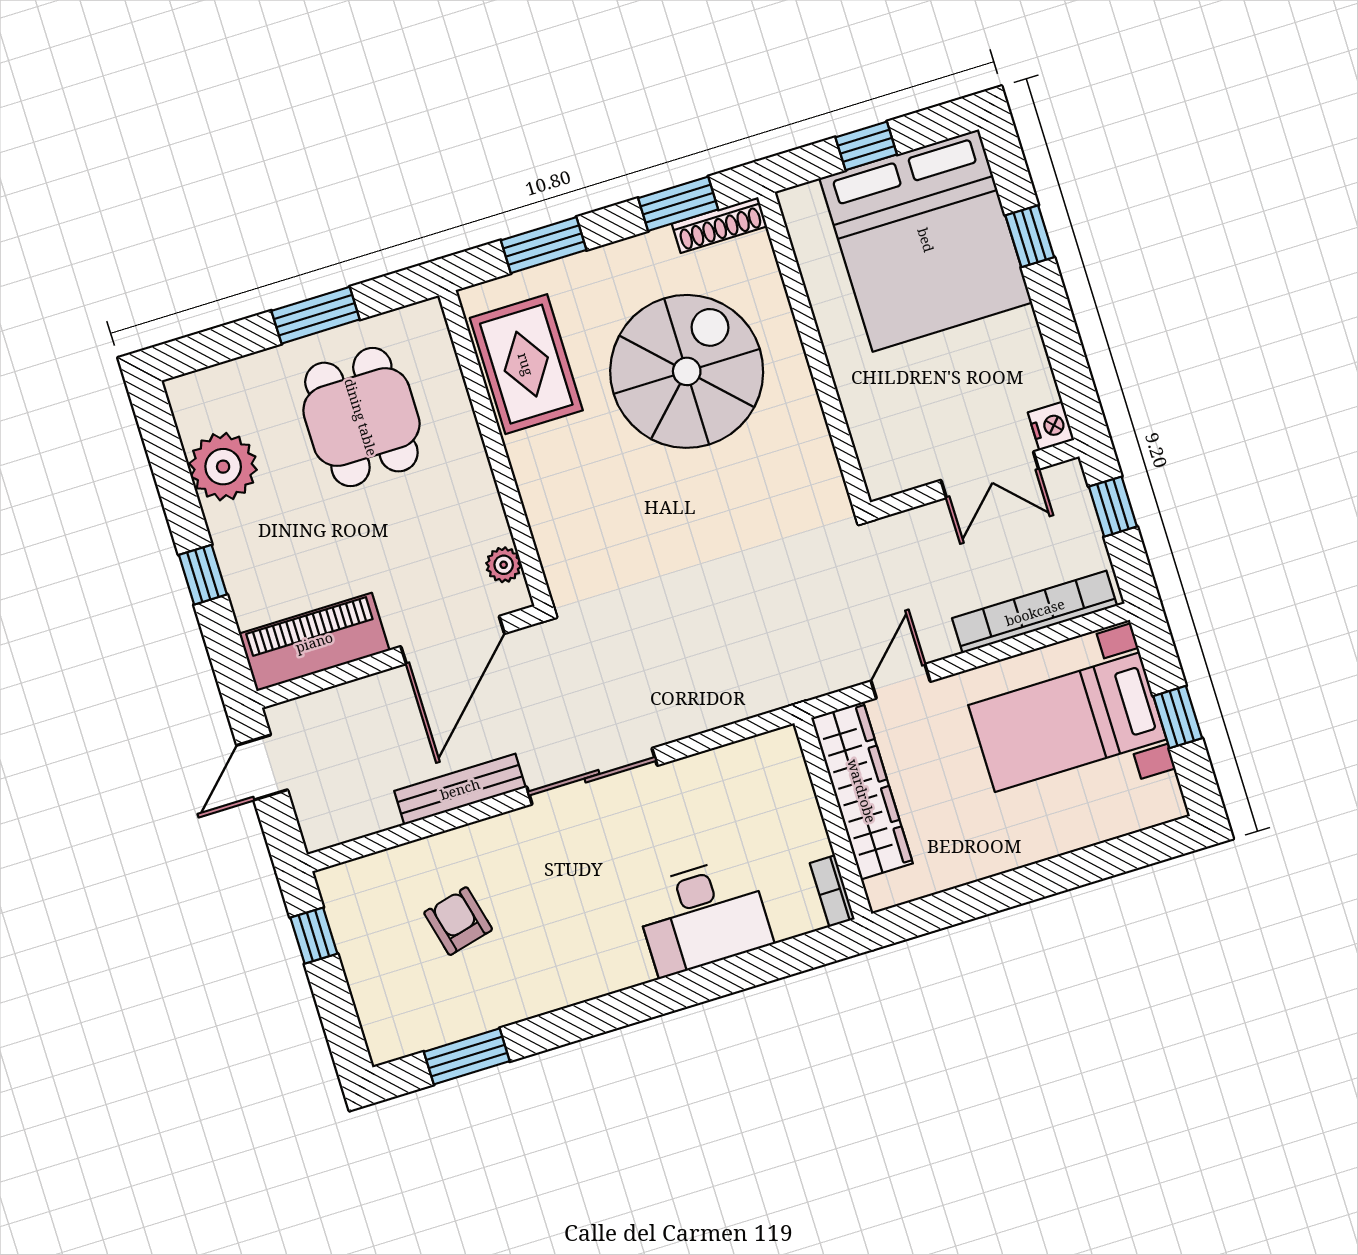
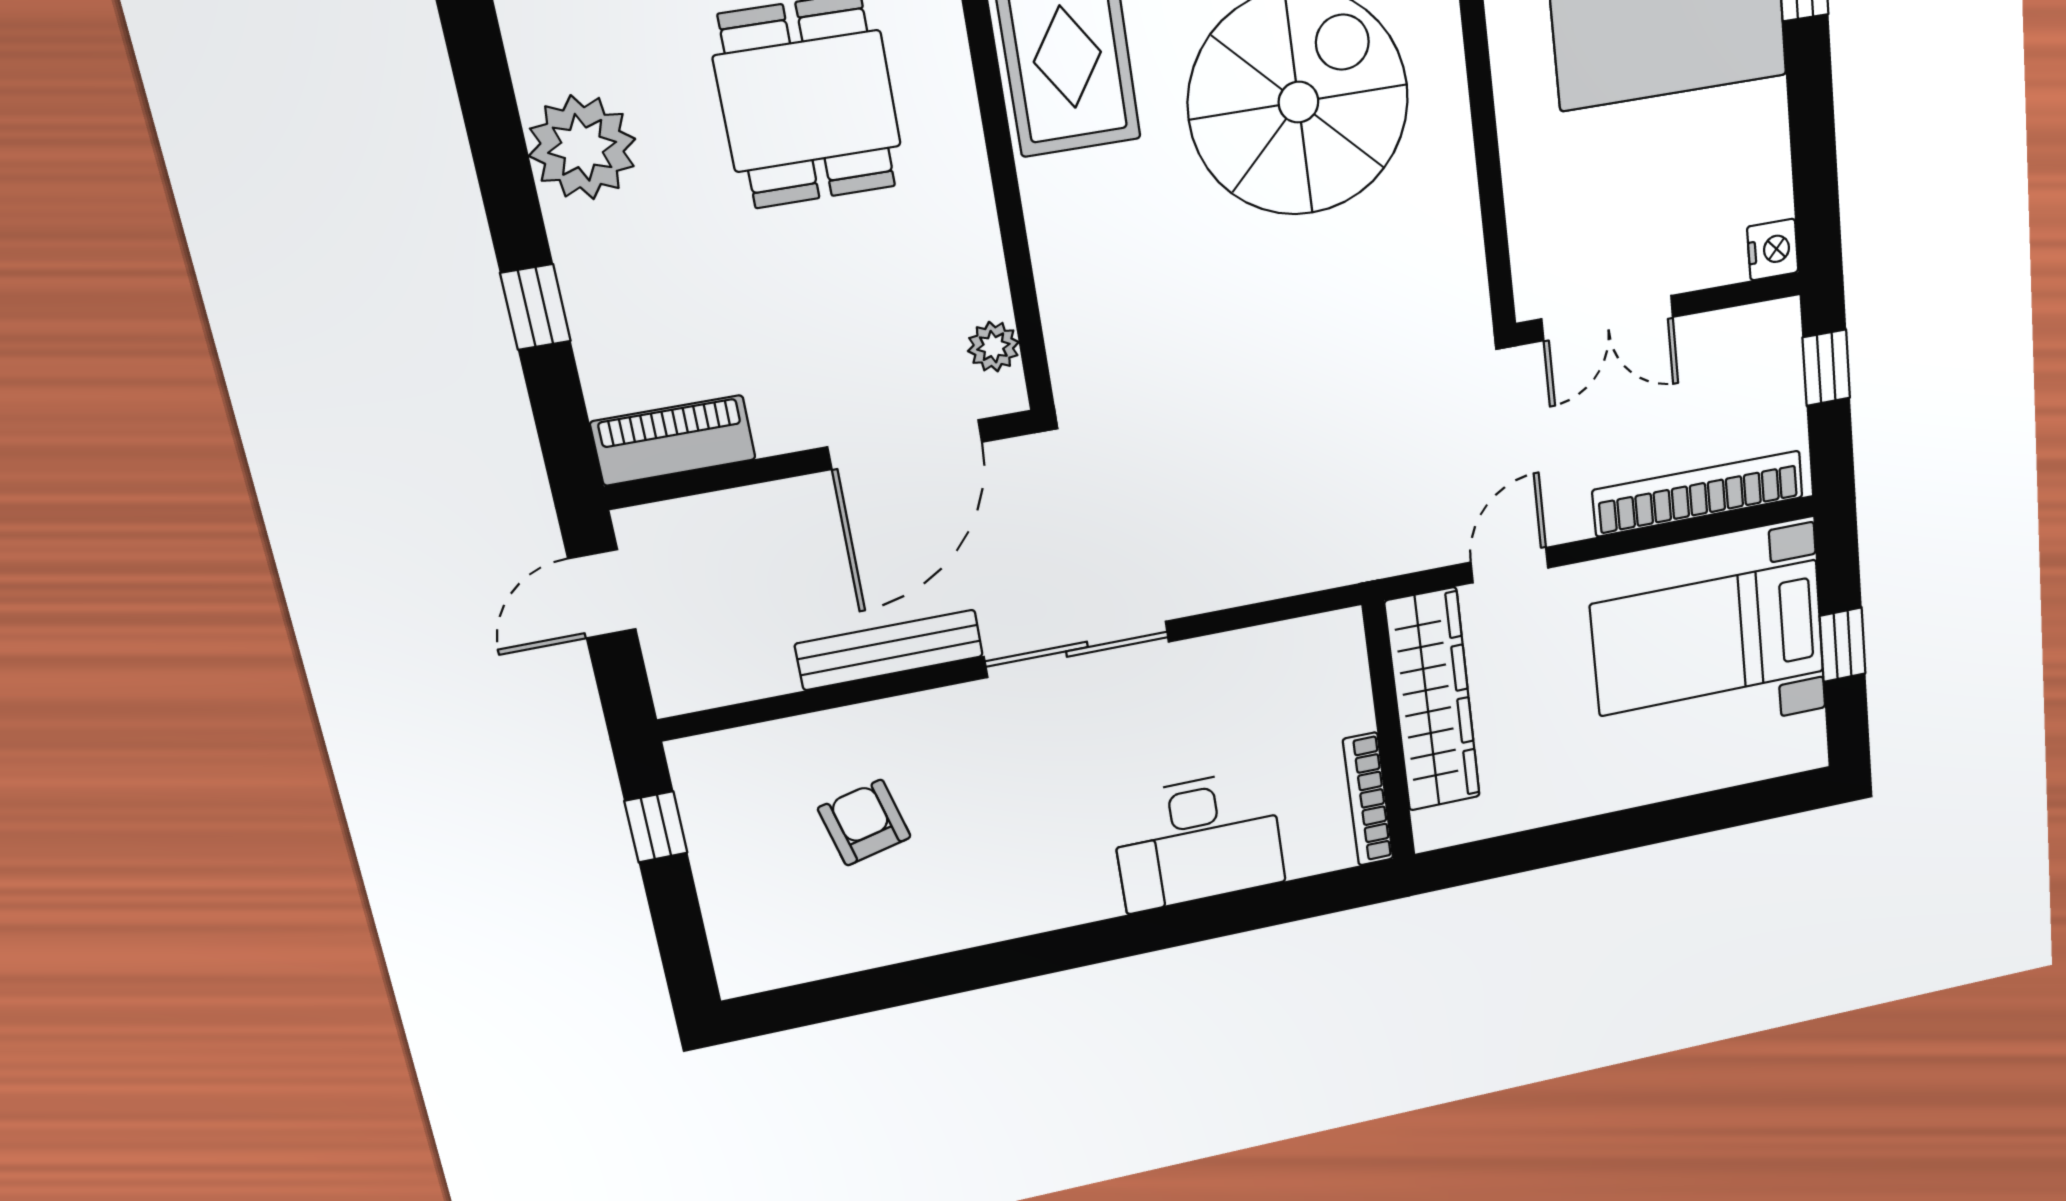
double door: (990, 475) -> (1608, 318), moved
piano: (314, 642) -> (673, 440), width x0.73, depth x0.75
bookcase: (832, 891) -> (1368, 799), width x1.56
window: (467, 1056) -> (854, 994), removed

